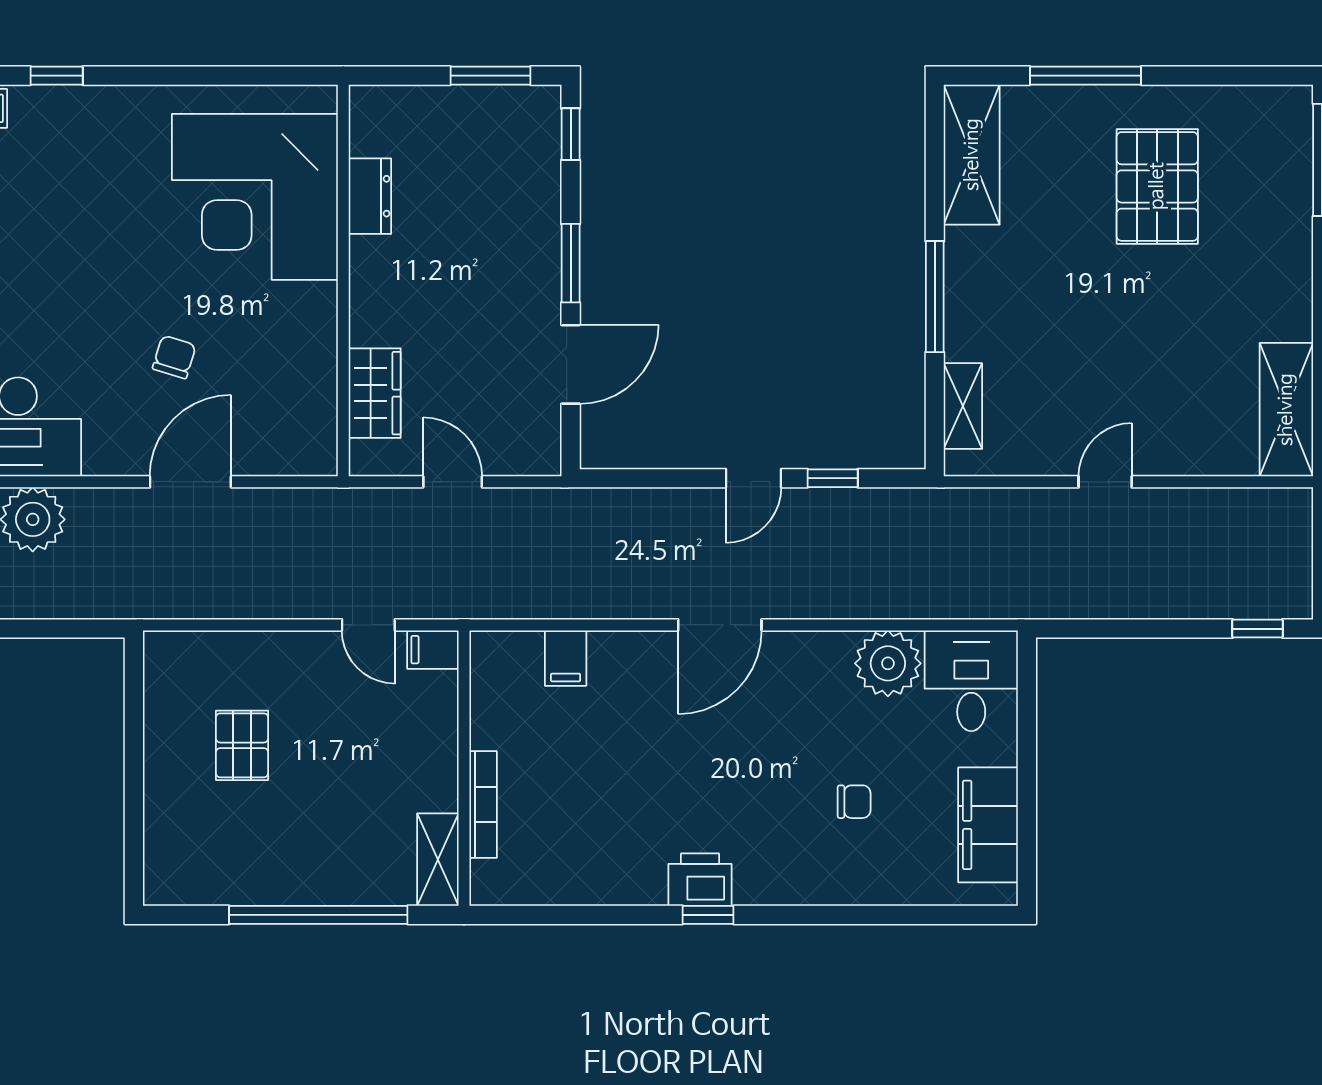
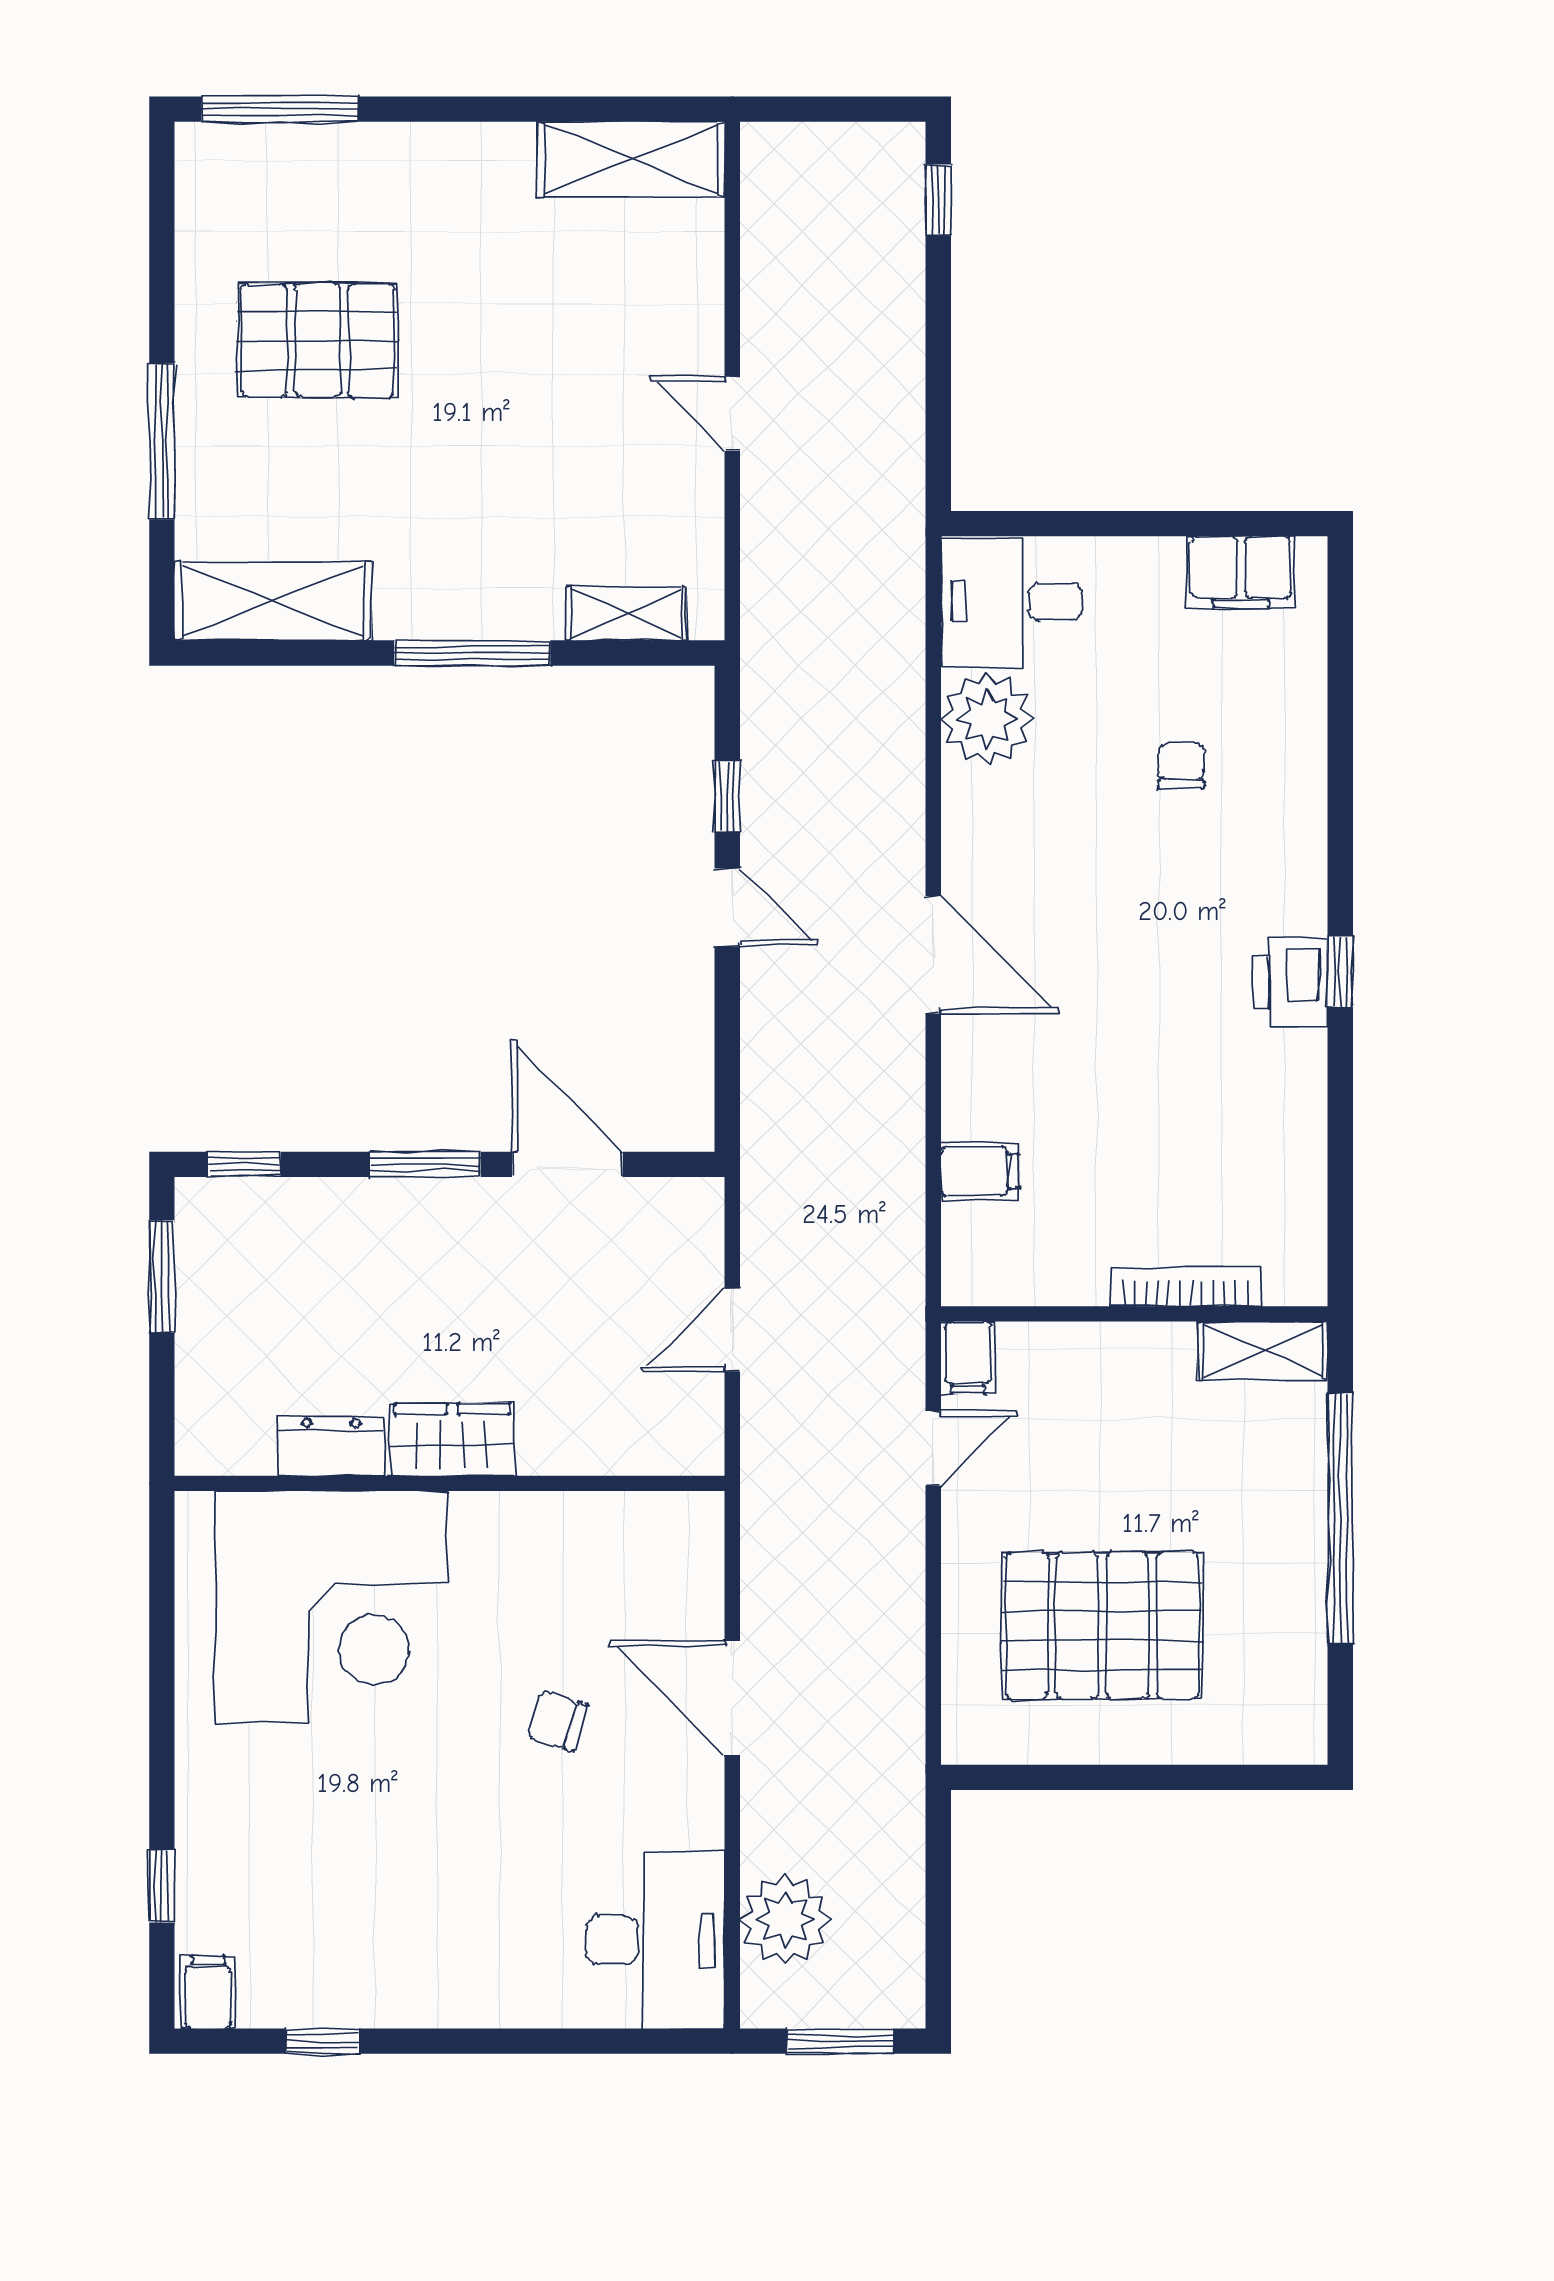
wardrobe: (375, 393) -> (452, 1439), moved
pallet: (242, 745) -> (1102, 1626), width x2.05, depth x2.00
filing cabinet: (988, 825) -> (1241, 572), width x0.67, depth x0.86

